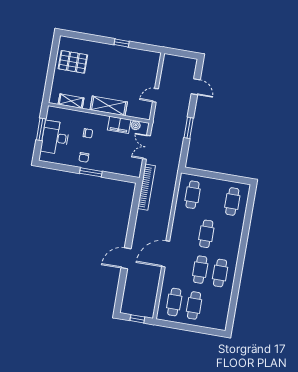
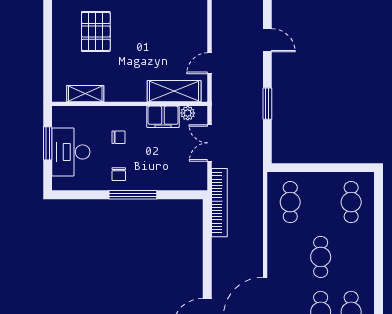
pallet: (73, 62) -> (96, 31), moved, turned 90
shelving: (109, 106) -> (174, 91), moved
window: (91, 172) -> (133, 195), width x1.44

